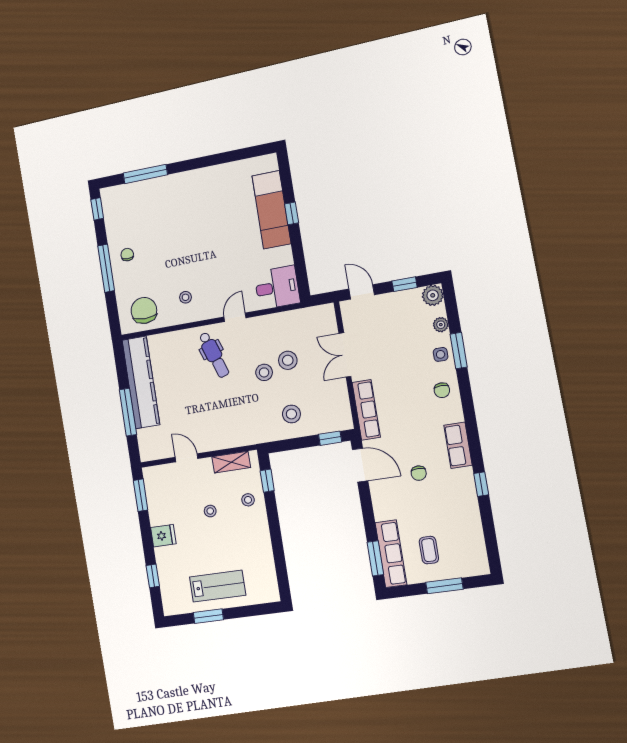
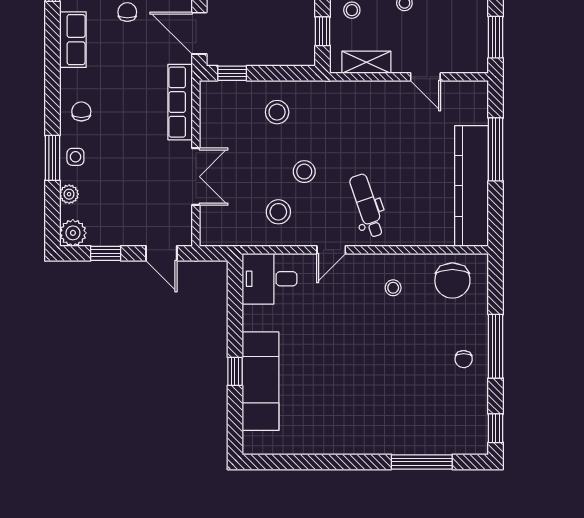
stool: (288, 360) -> (278, 212), moved

